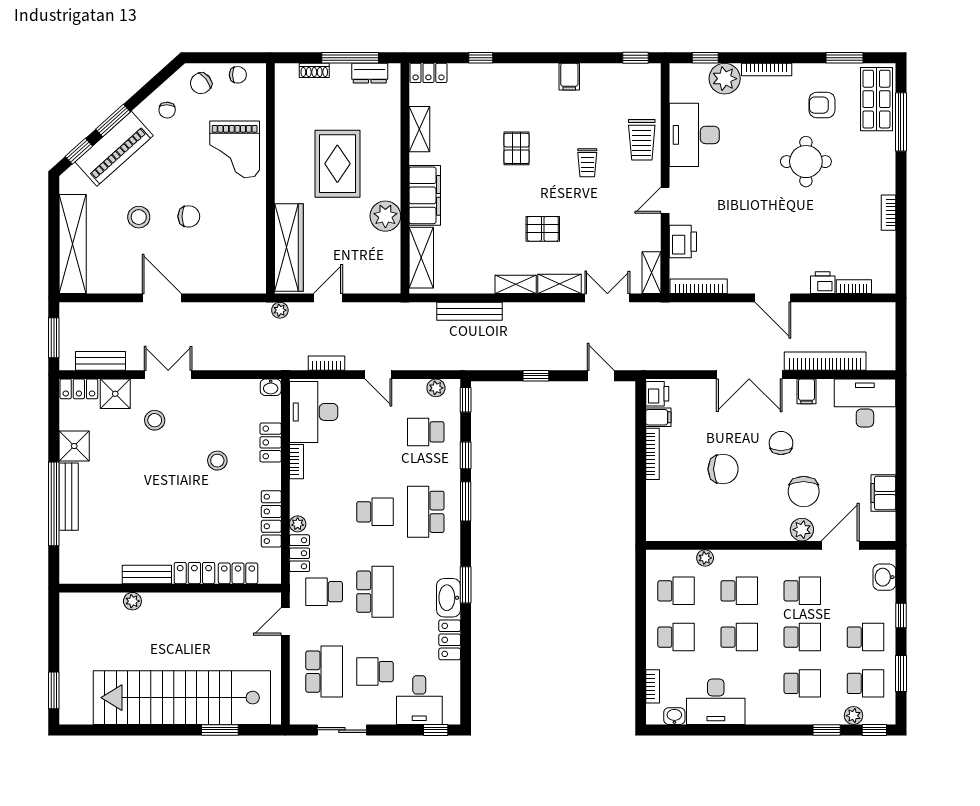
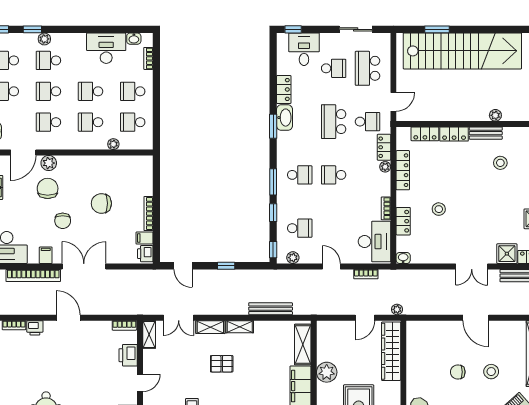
bookcase: (699, 286) -> (124, 325), width x0.64
stool: (155, 420) -> (500, 163), moved
school desk: (426, 512) -> (300, 175), width x0.54
plant: (853, 716) -> (44, 39), moved

